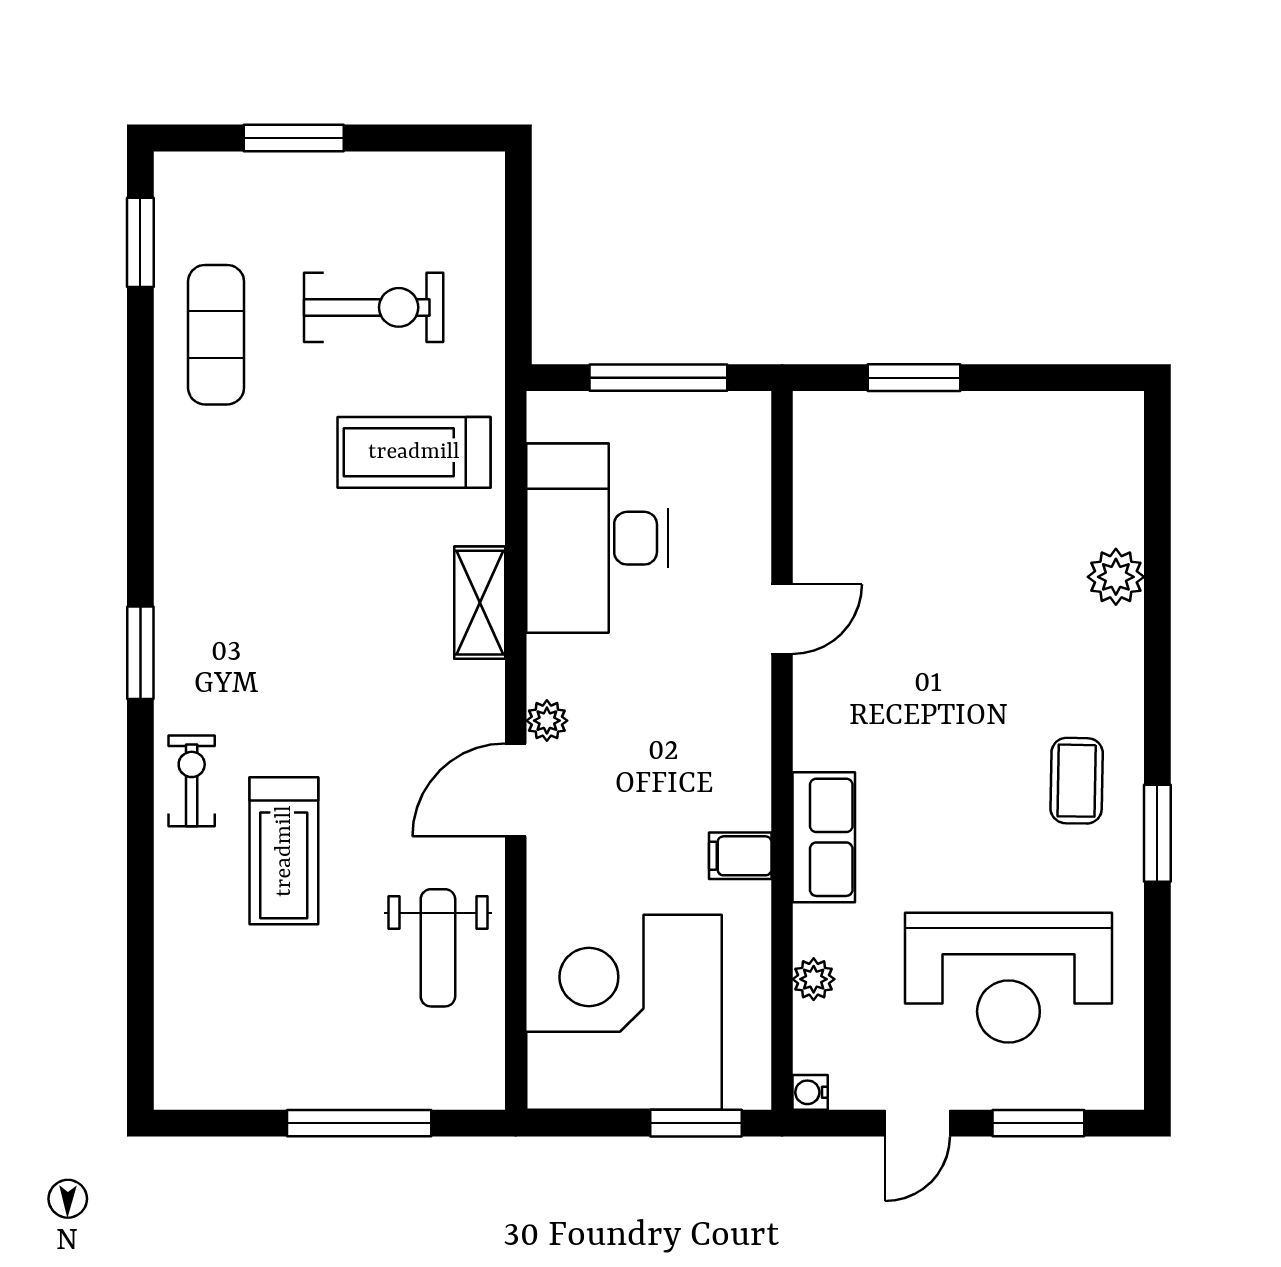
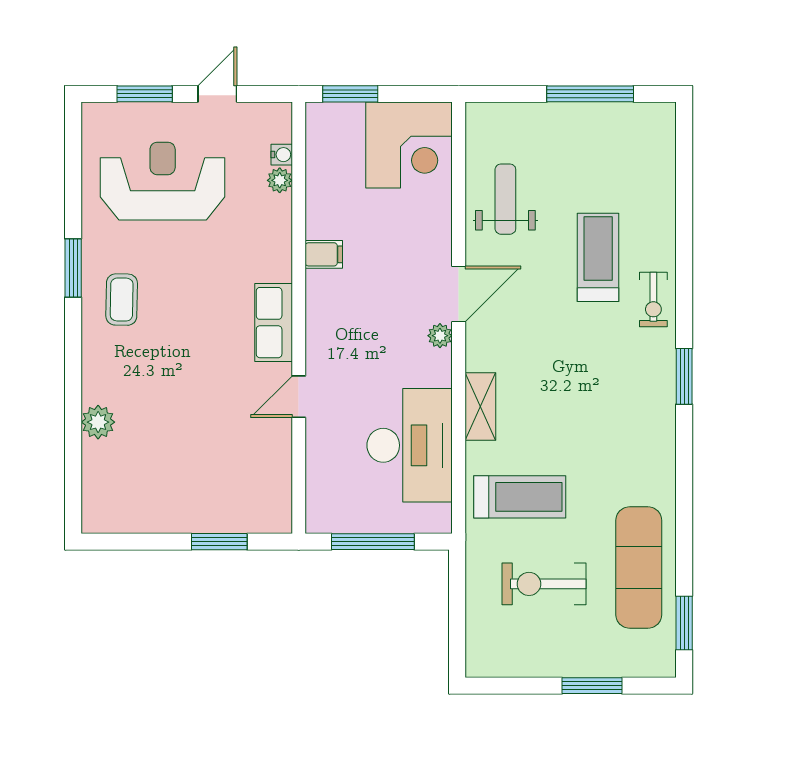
exercise mat: (216, 335) -> (639, 568), width x1.36, depth x1.45
row of seats: (824, 837) -> (274, 323), moved
corner desk: (624, 1012) -> (409, 145), width x0.74, depth x0.74
water cooler: (810, 1092) -> (282, 155), moved
window: (359, 1123) -> (590, 94), moved

